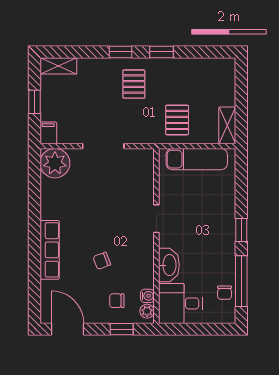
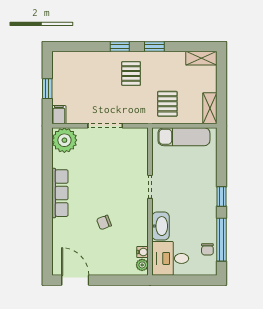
shelving: (58, 66) -> (201, 58), moved
row of seats: (50, 250) -> (60, 193), moved
chair: (117, 301) -> (117, 256), removed
window: (122, 329) -> (121, 280), removed

